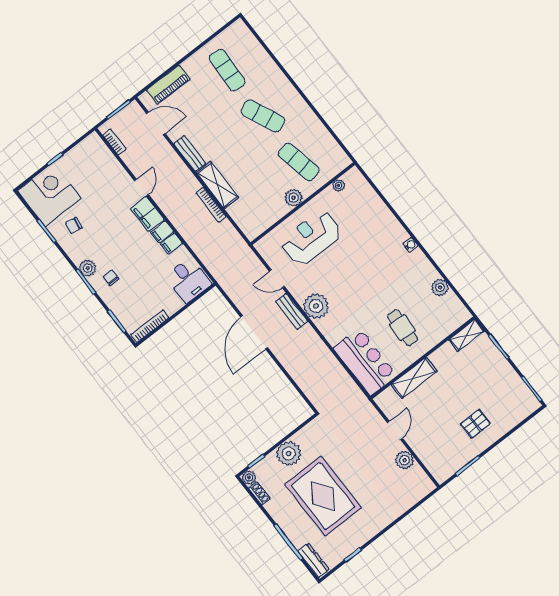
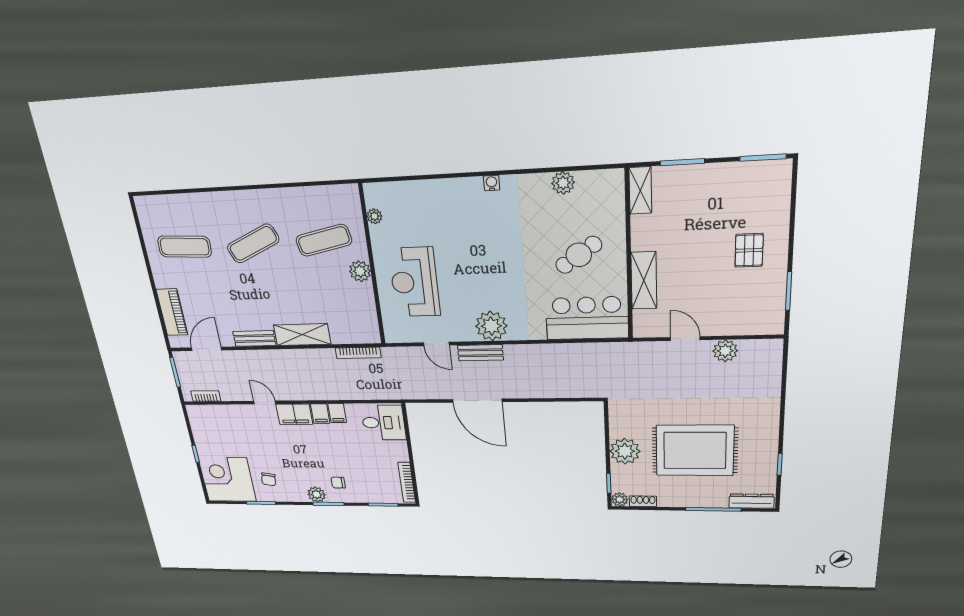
bookcase: (211, 205) -> (358, 353), moved
door: (277, 279) -> (436, 344), hinge flipped
cafe table: (402, 328) -> (579, 255), turned -38

